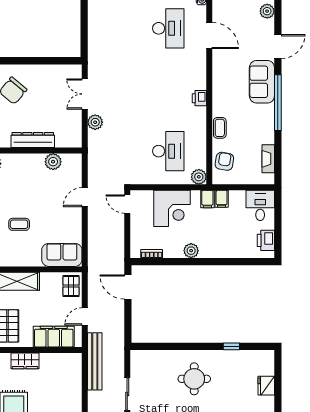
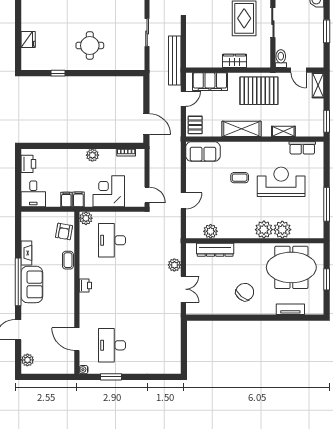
sofa: (262, 82) -> (32, 284), moved
dresser: (33, 140) -> (215, 250), moved
fireplace: (268, 159) -> (26, 253), moved

